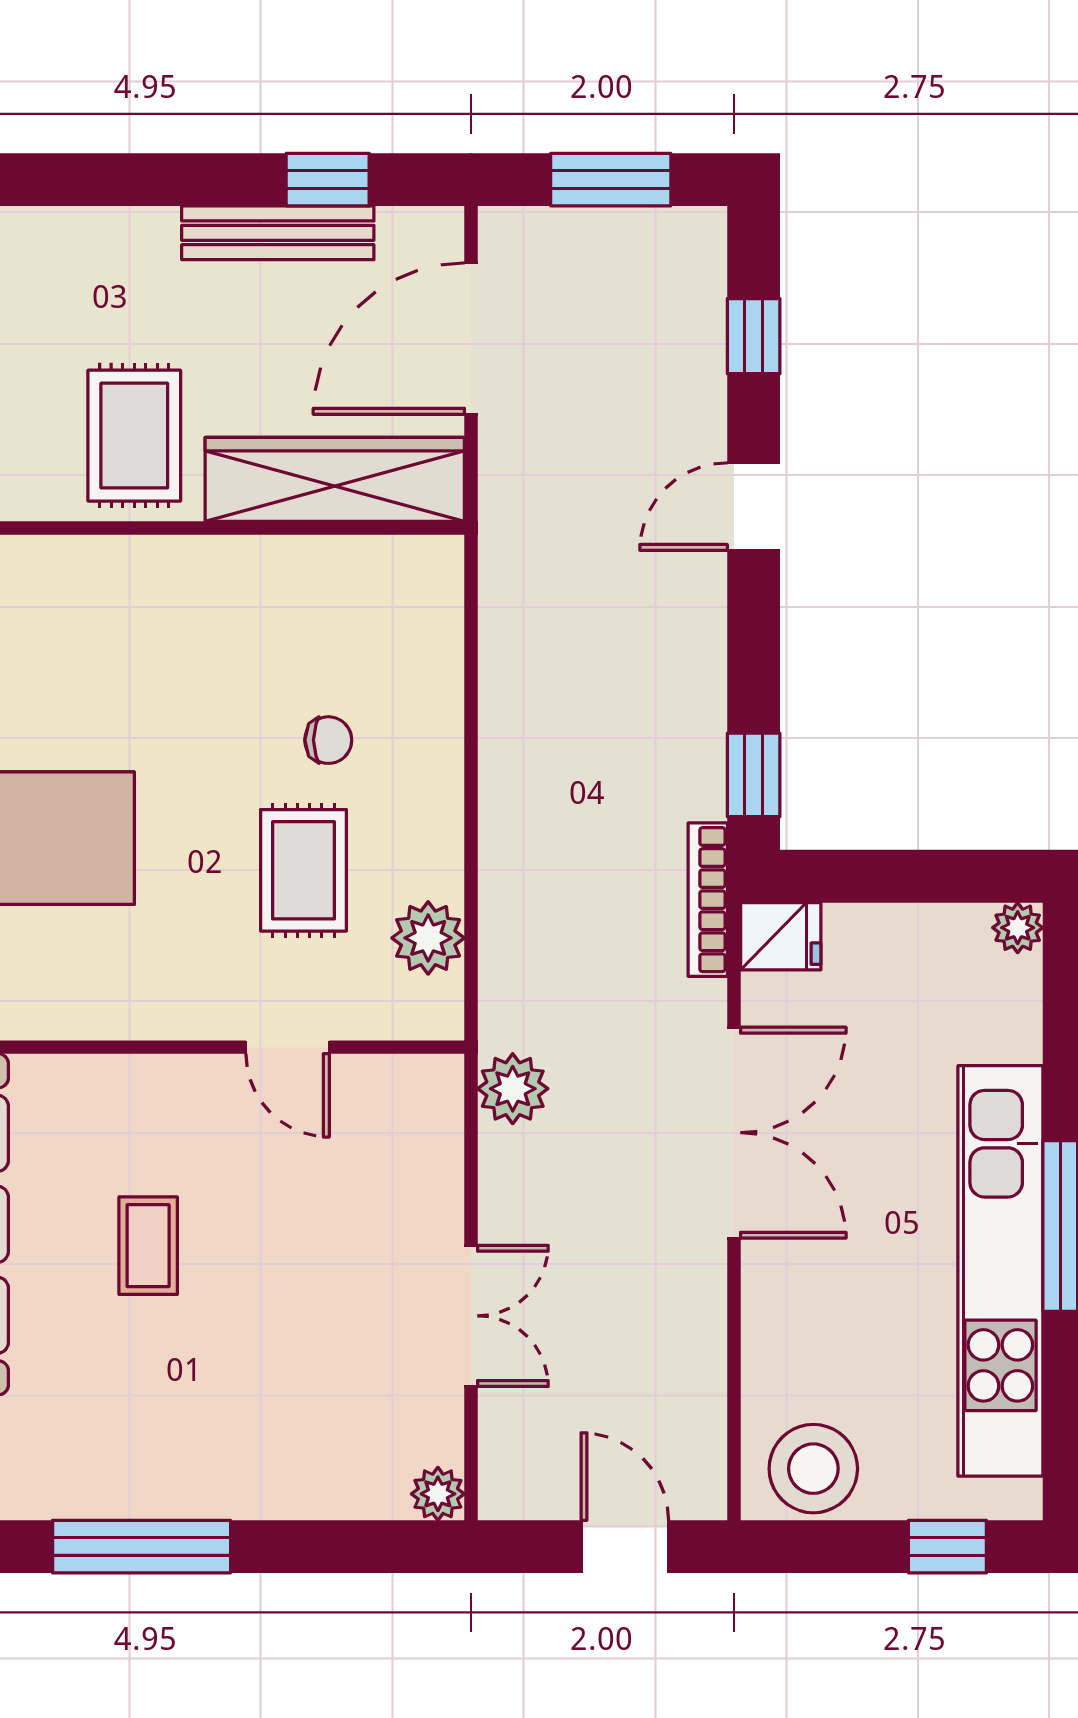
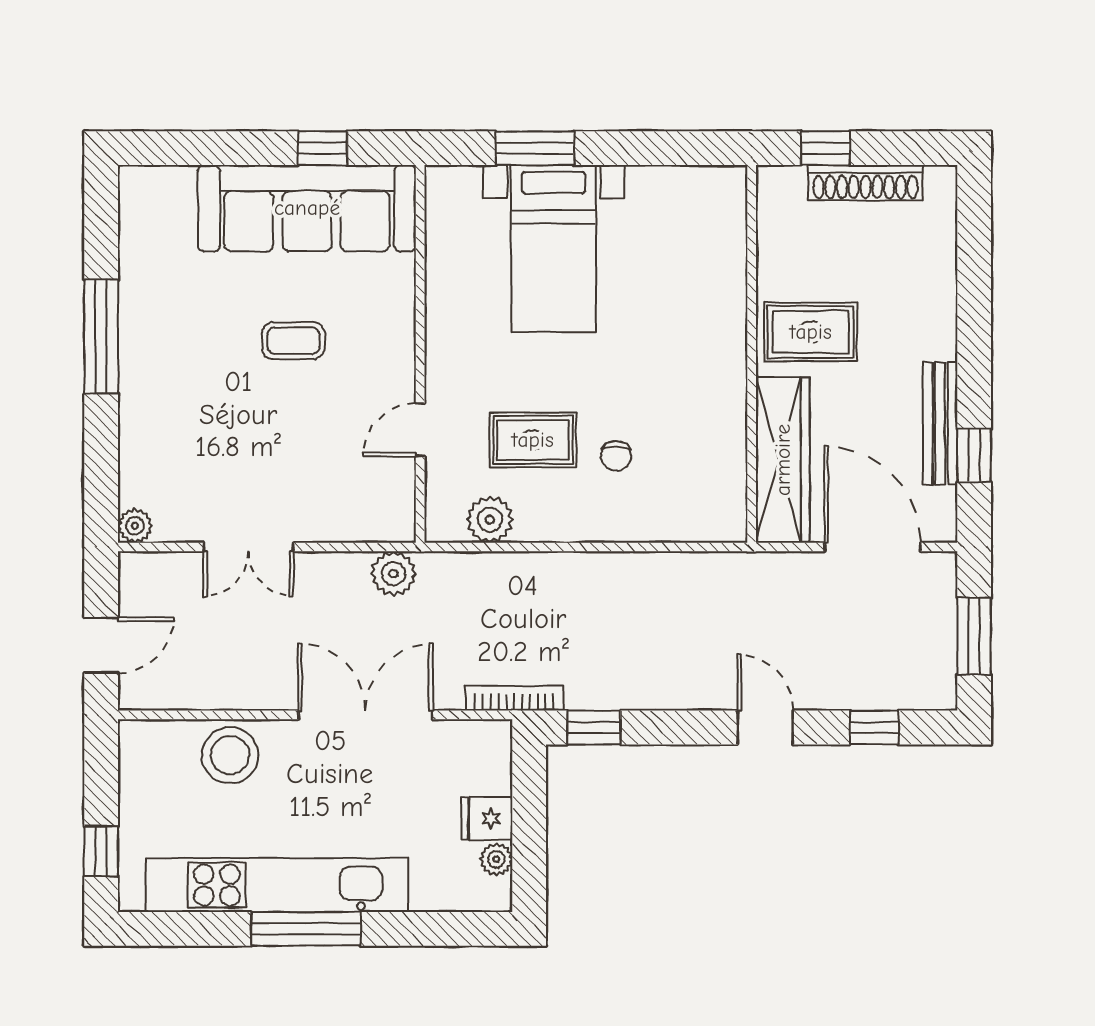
plant: (1018, 928) -> (496, 859), moved
fridge: (781, 936) -> (487, 818), moved, turned 90
double door: (734, 1133) -> (365, 715), swing flipped
stool: (813, 1469) -> (230, 755), moved

